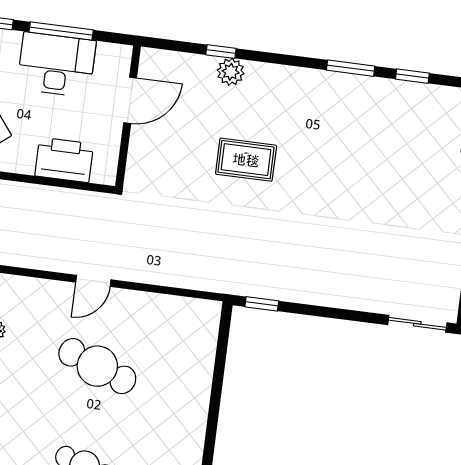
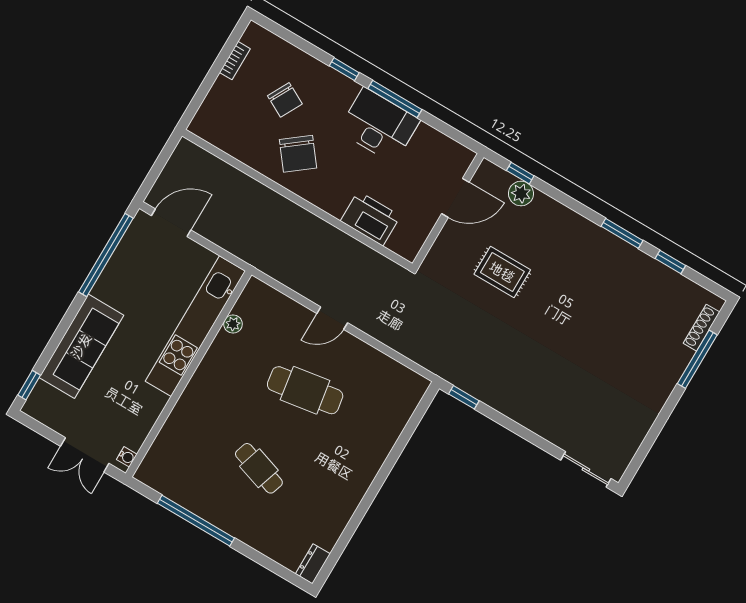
door: (130, 100) -> (455, 198), moved
wall: (128, 116) -> (448, 210), moved
printer: (64, 160) -> (370, 218), moved
cafe table: (97, 366) -> (305, 390), turned -30

